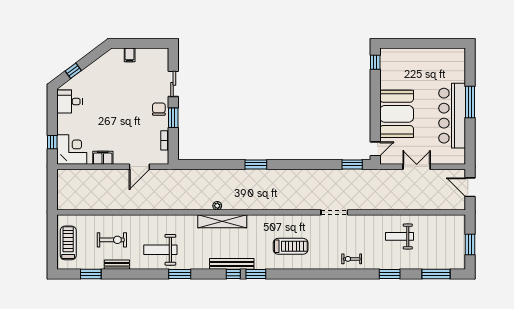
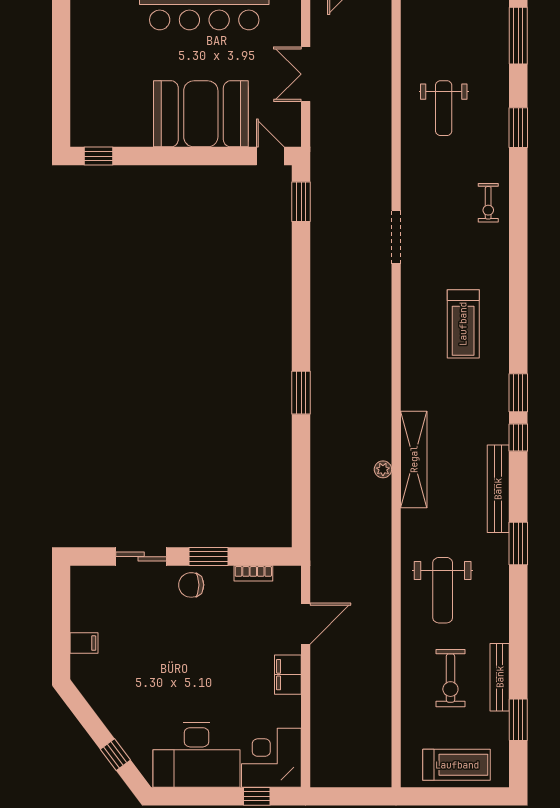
desk: (69, 102) -> (196, 755), width x1.87, depth x1.30
filing cabinet: (103, 158) -> (288, 675), moved
door: (139, 167) -> (306, 624), hinge flipped
exercise bike: (112, 240) -> (450, 678), turned 180
treadmill: (68, 243) -> (457, 765), turned 180
treadmill: (291, 246) -> (463, 324), turned 180
weight bench: (160, 250) -> (443, 590), moved
bench: (232, 264) -> (498, 489), moved
bench: (117, 265) -> (500, 677), width x1.36

